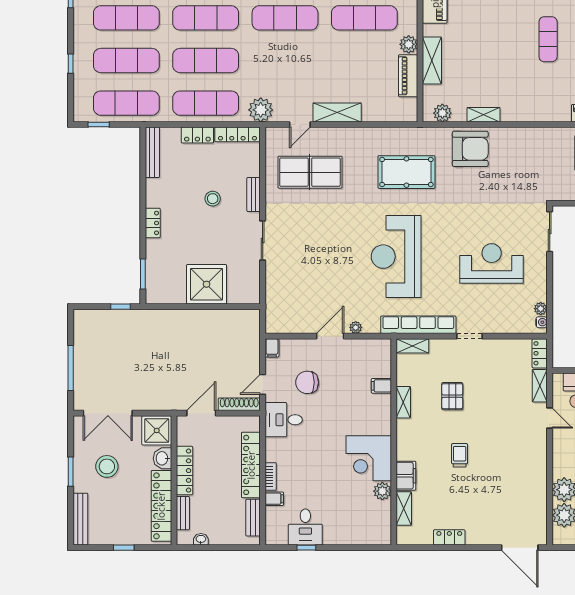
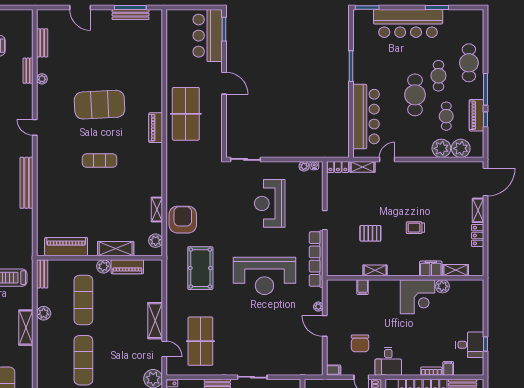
shelving: (412, 346) -> (478, 210), moved

